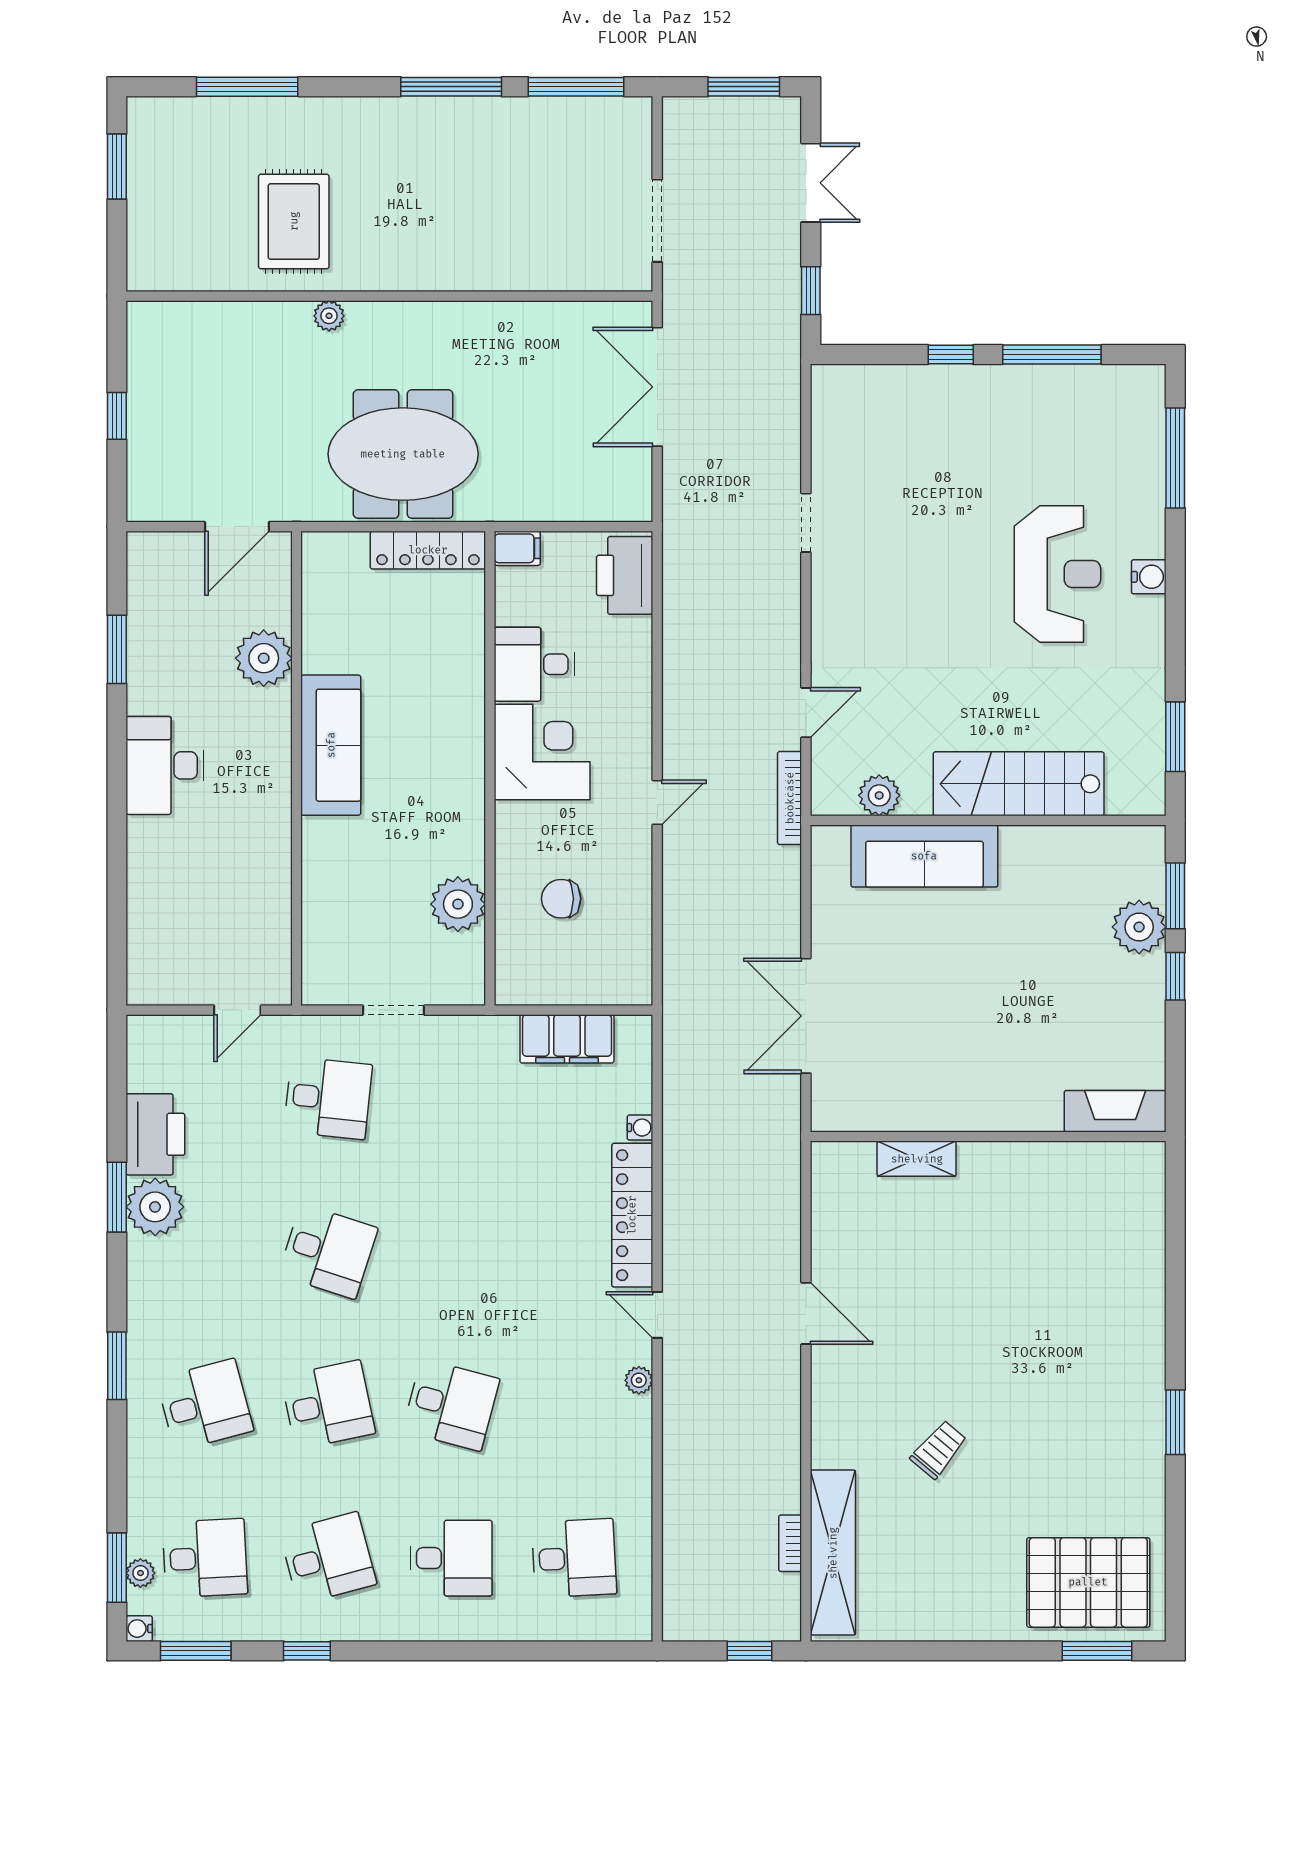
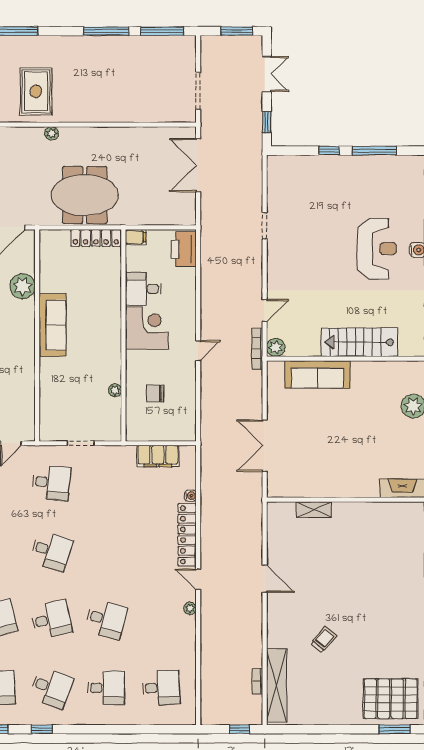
plant: (879, 795) -> (276, 347), moved
plant: (458, 904) -> (115, 390), width x0.53, depth x0.53
desk: (328, 1558) -> (51, 688), turned 36

